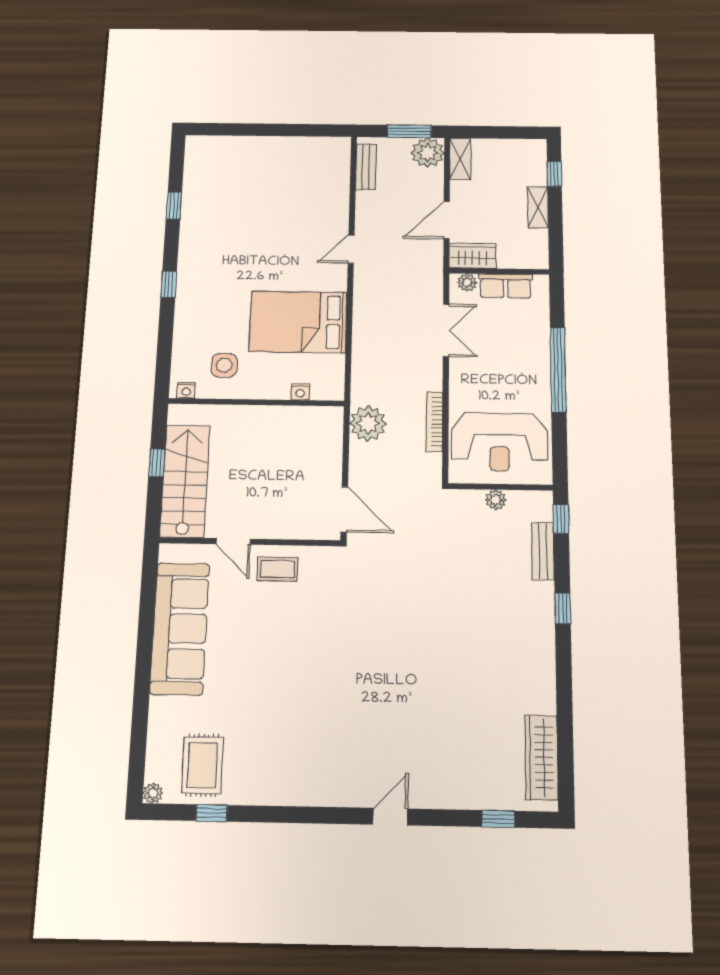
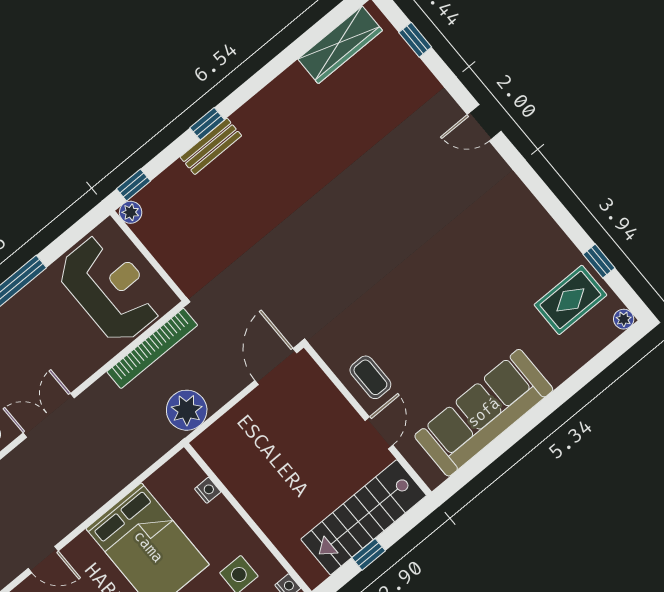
bookcase: (435, 422) -> (152, 348), width x1.48, depth x1.31
plant: (496, 500) -> (131, 212), moved
bench: (543, 551) -> (211, 146), moved

